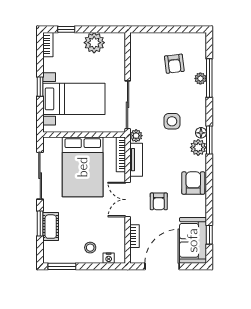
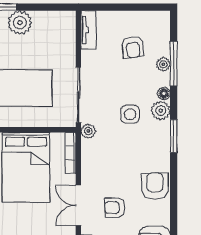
plant: (94, 43) -> (20, 23), moved
floor lamp: (201, 133) -> (164, 94), moved
plant: (198, 147) -> (161, 111), moved
tv unit: (136, 160) -> (88, 30), moved
armchair: (159, 201) -> (115, 208), turned 90

